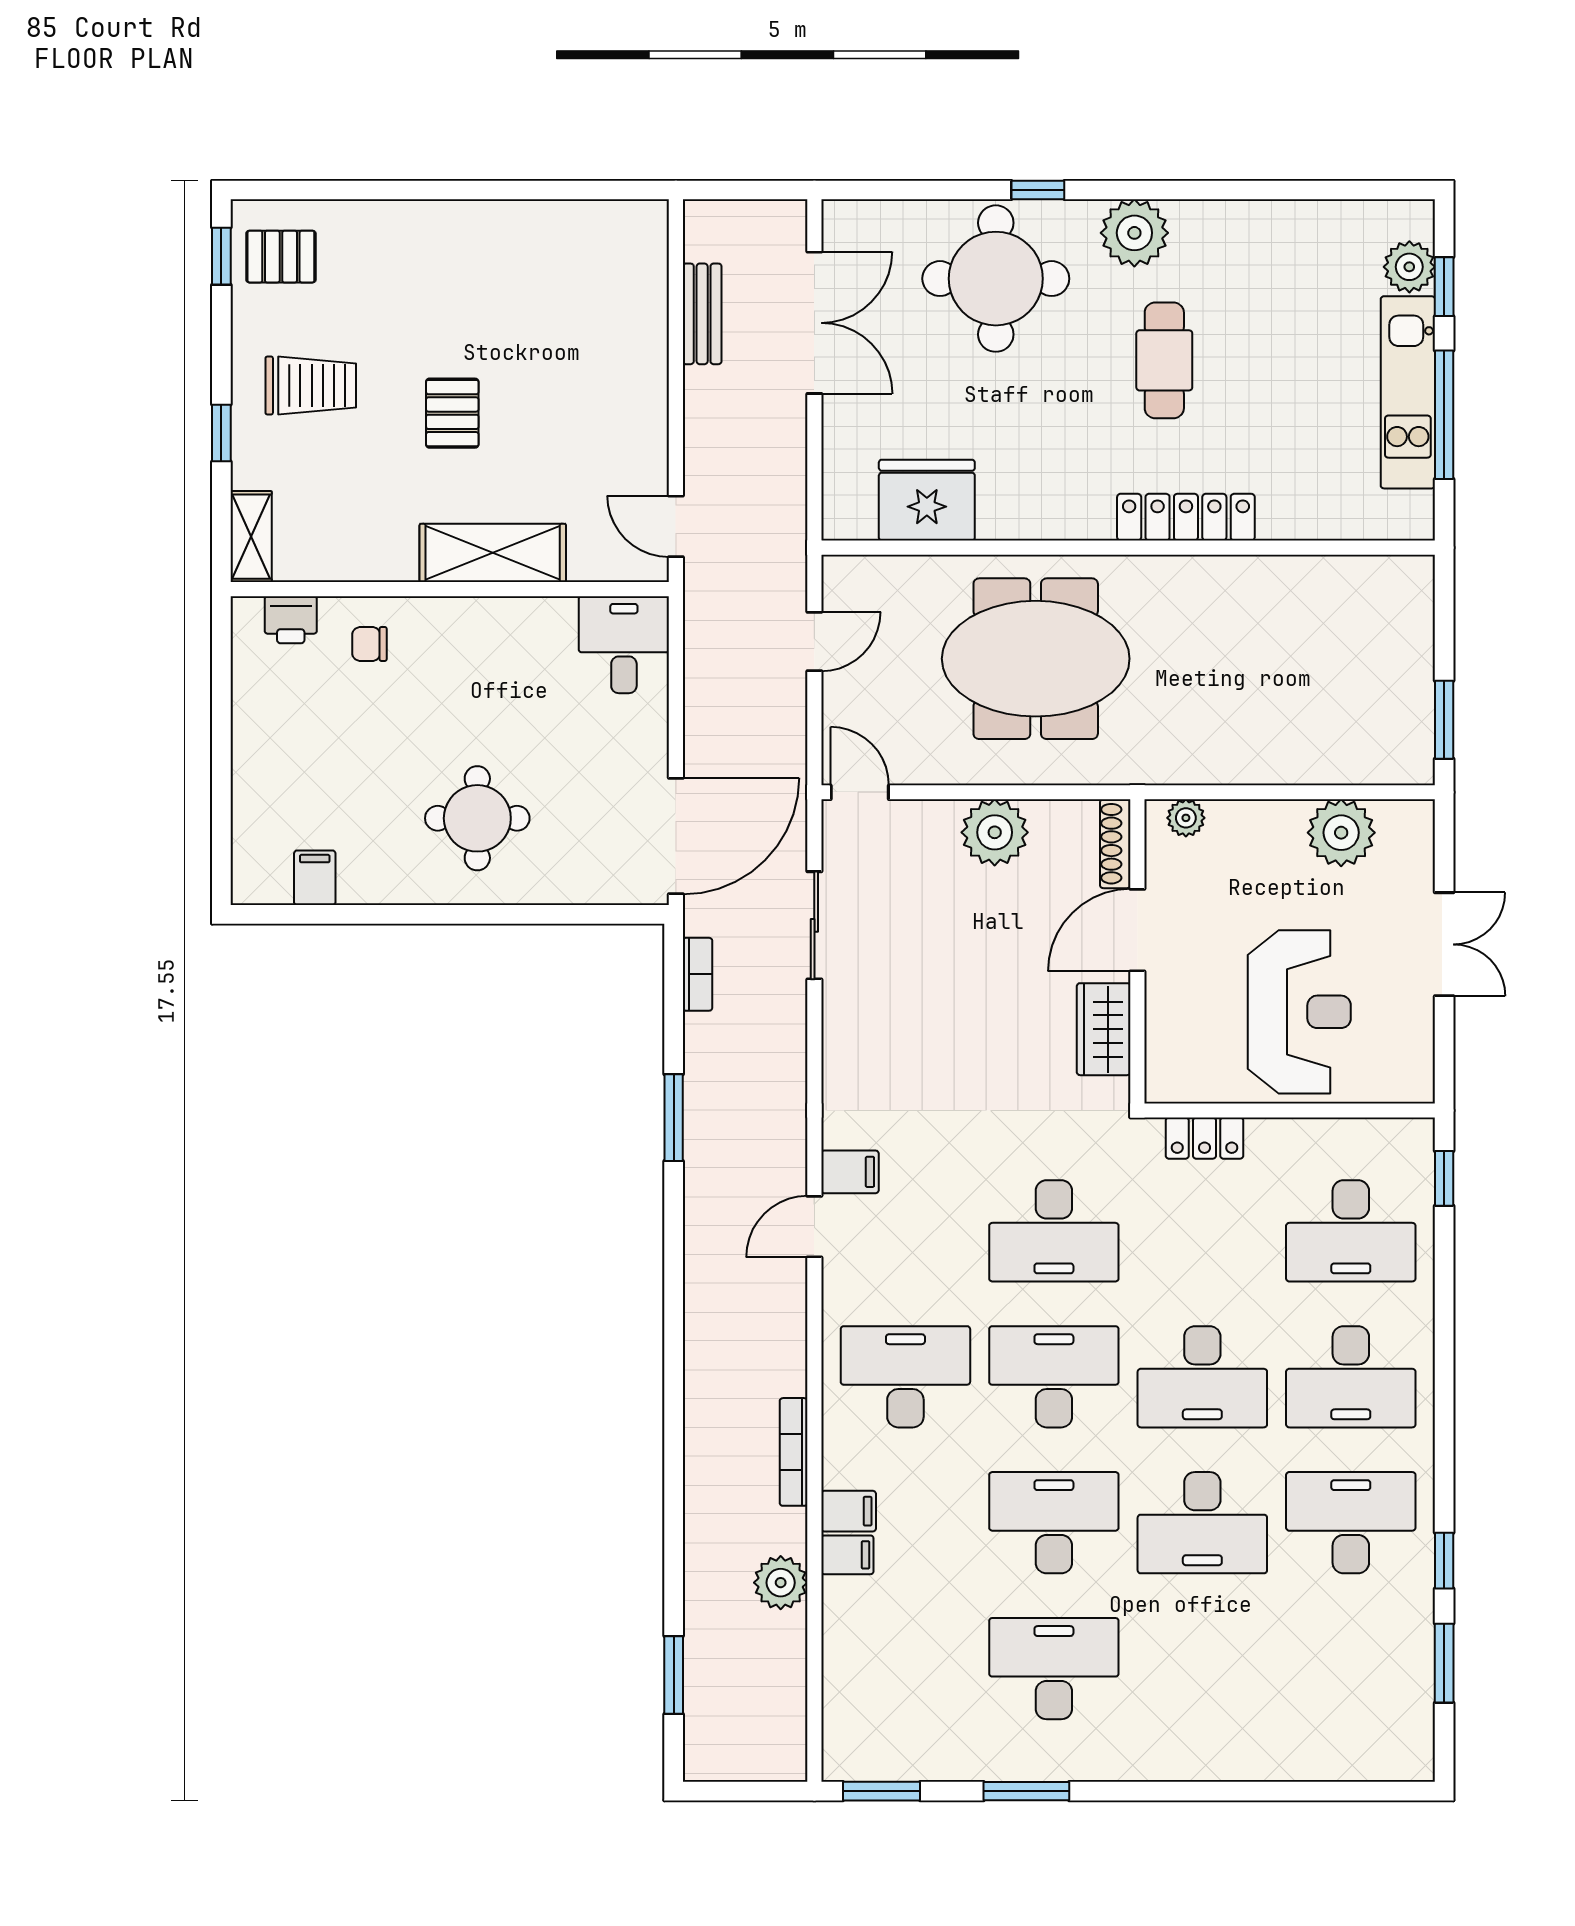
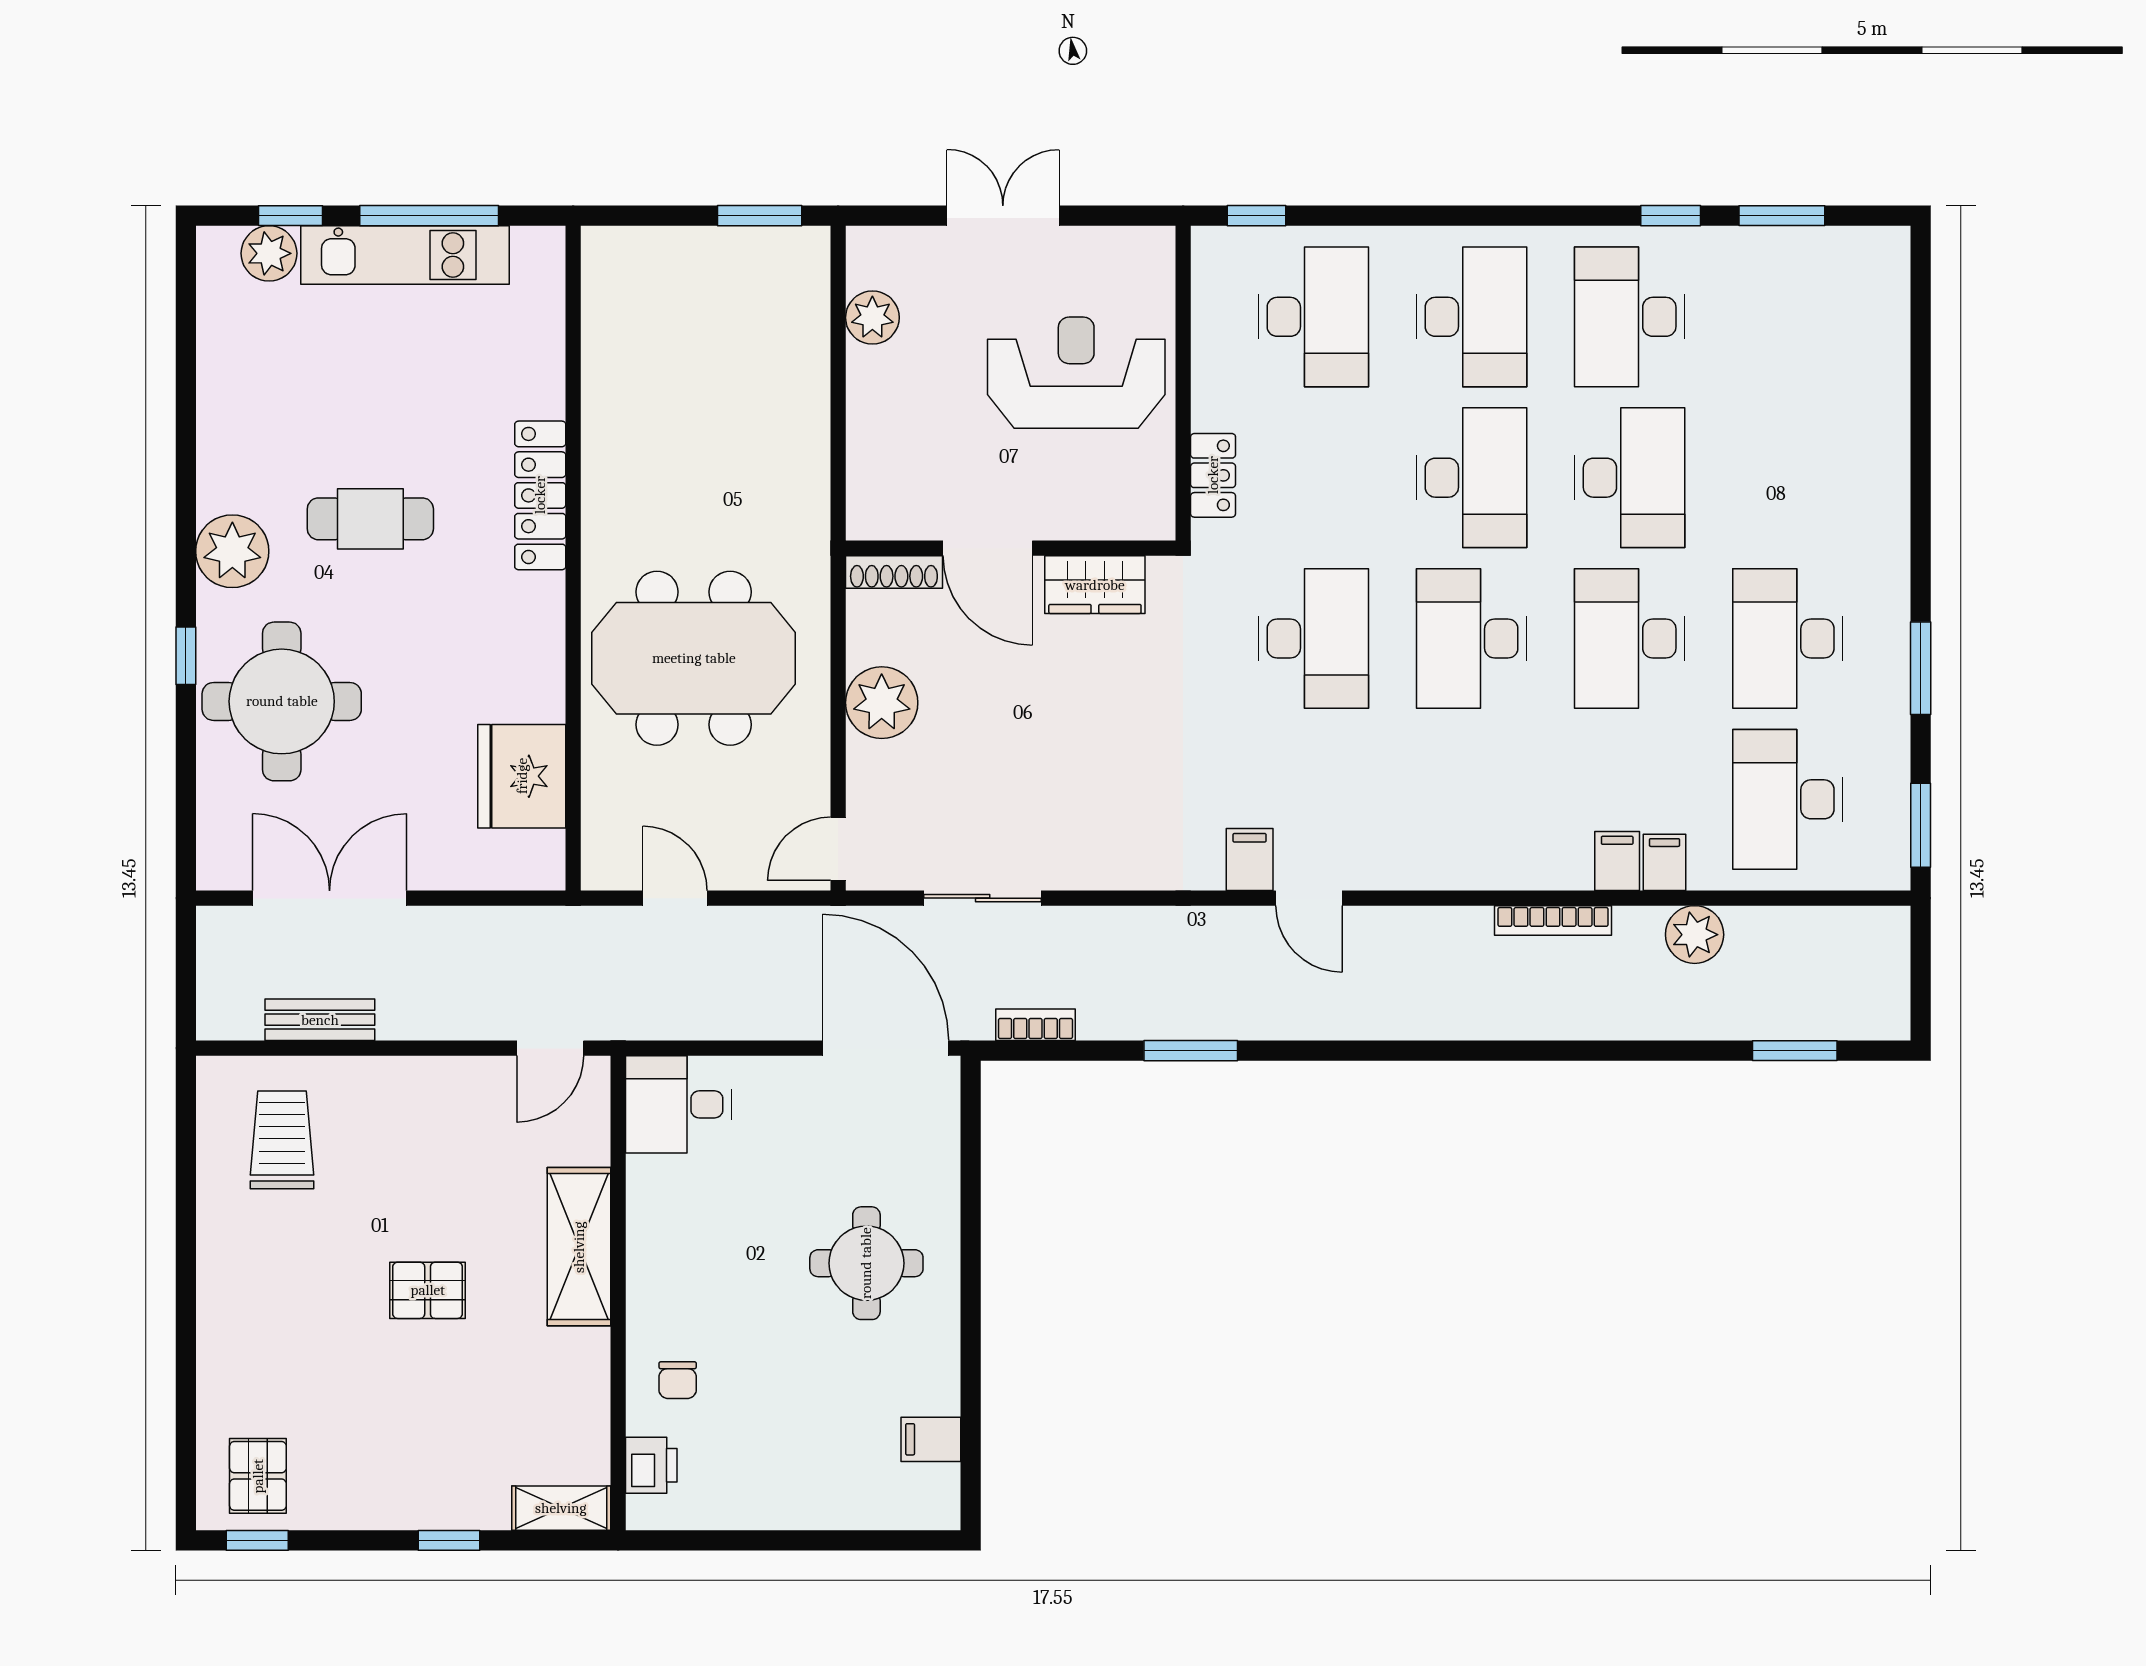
trolley: (311, 386) -> (282, 1140), moved
meeting table: (1036, 659) -> (694, 658), turned 90
plant: (1186, 818) -> (866, 495), removed
plant: (1341, 833) -> (872, 318), width x0.73, depth x0.73
desk: (905, 1377) -> (1788, 799), moved

